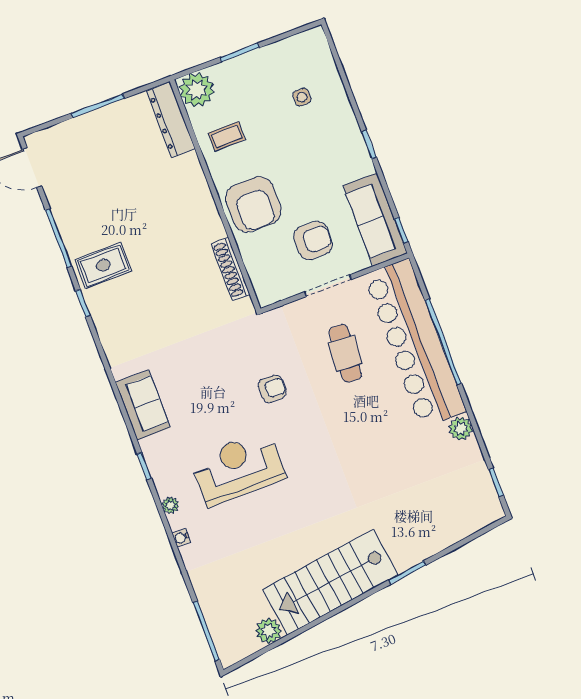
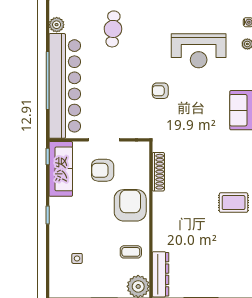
cafe table: (345, 353) -> (113, 29), moved

